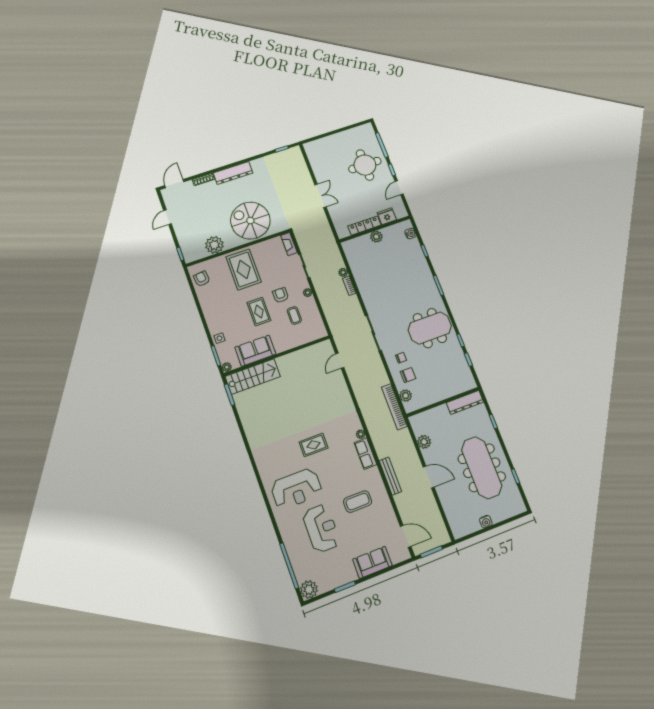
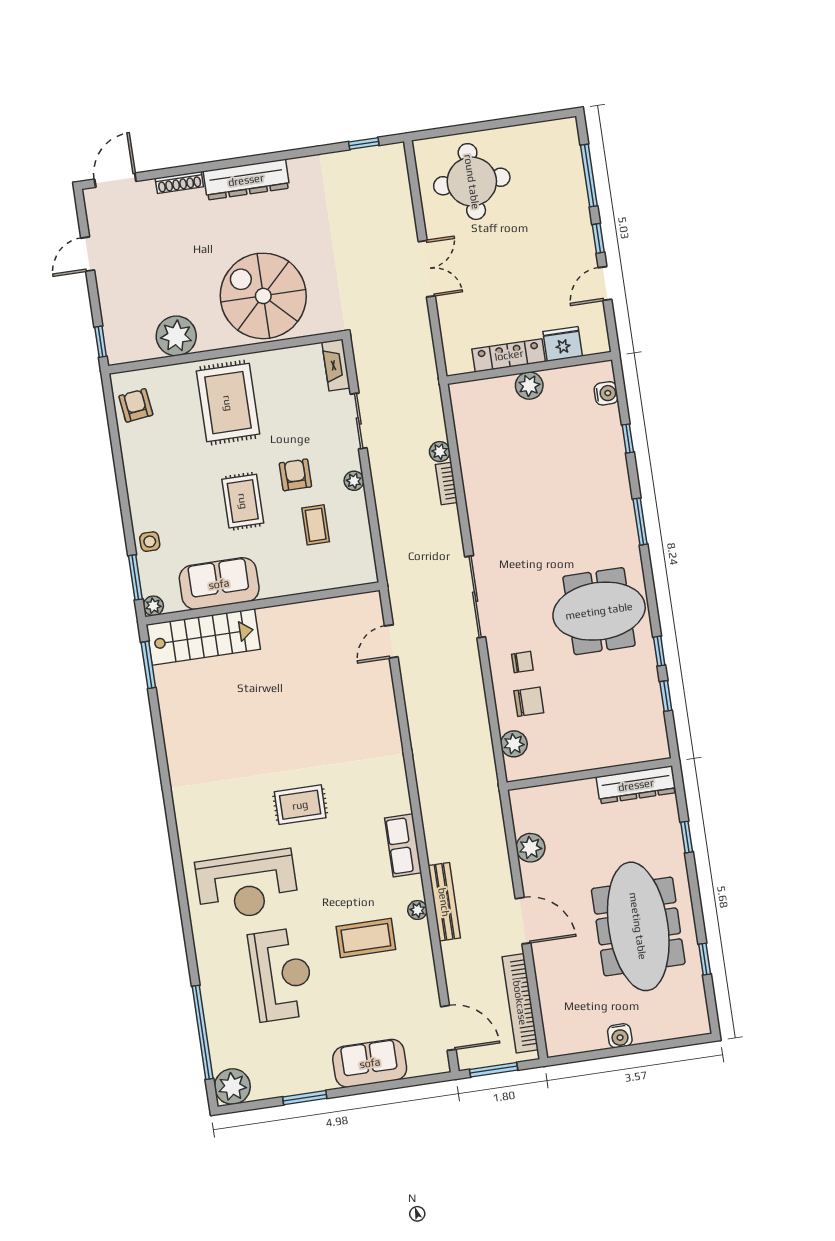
round table: (365, 165) -> (472, 182), moved
bookcase: (394, 407) -> (520, 1003), moved
plant: (361, 434) -> (417, 910), moved

